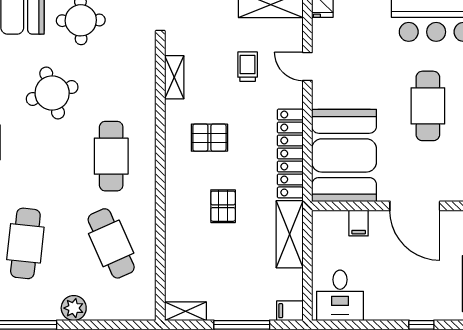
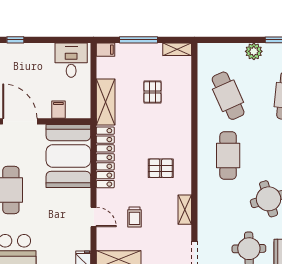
pallet: (223, 206) -> (152, 92), moved

